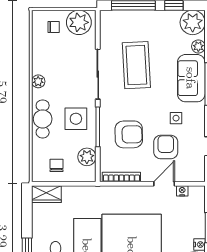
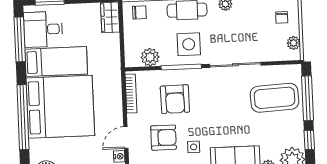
plant: (79, 22) -> (294, 43), width x0.53, depth x0.53
coffee table: (136, 65) -> (275, 98), moved
chair: (56, 165) -> (139, 12), moved
door: (164, 184) -> (126, 138), swing flipped

